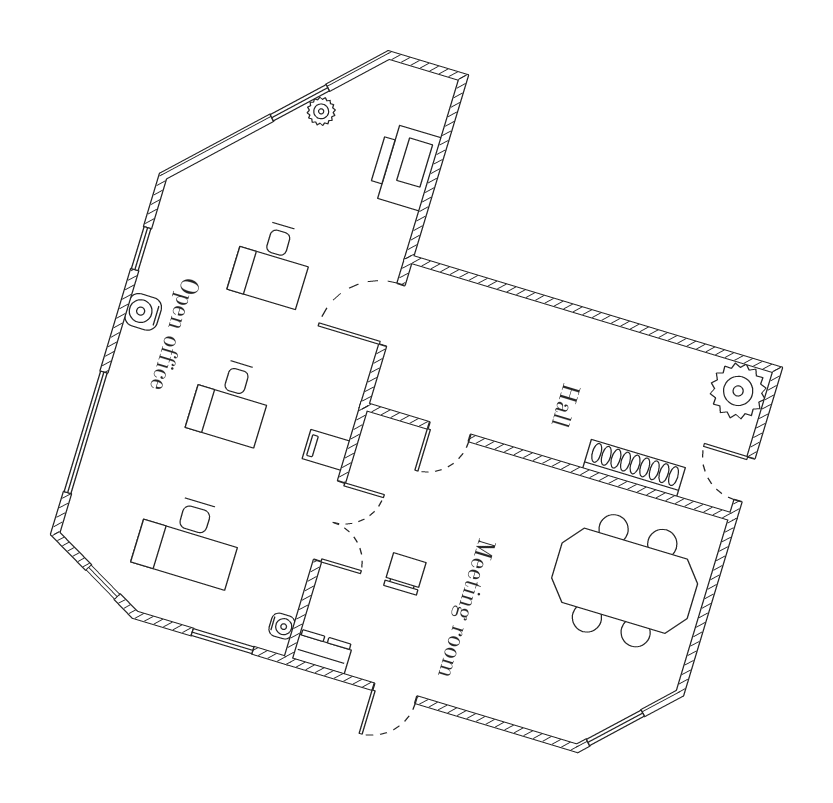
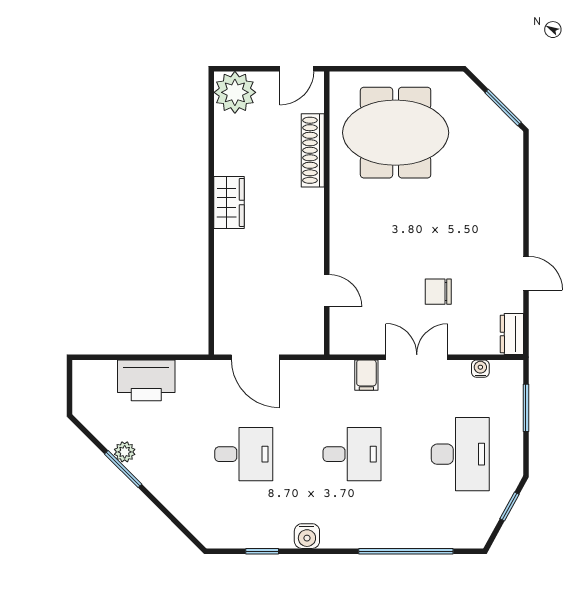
wardrobe: (600, 341) -> (229, 202), added
meeting table: (625, 581) -> (396, 133), turned 90
water cooler: (282, 626) -> (480, 369), moved

